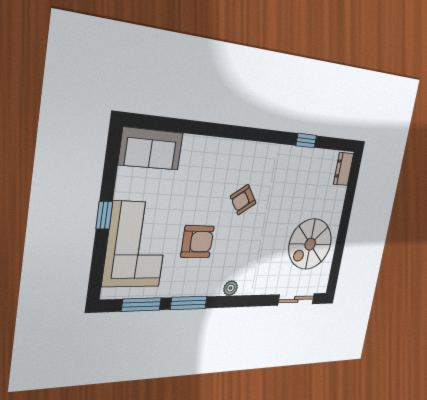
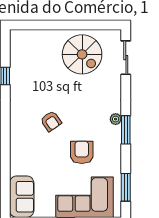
dresser: (344, 169) -> (23, 36), removed
window: (189, 303) -> (126, 130), moved

